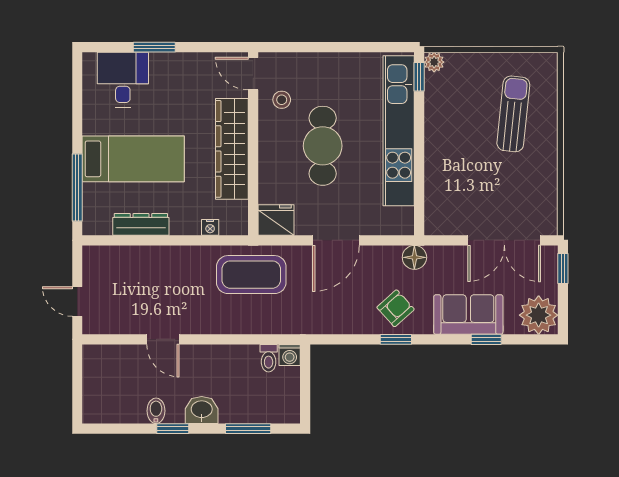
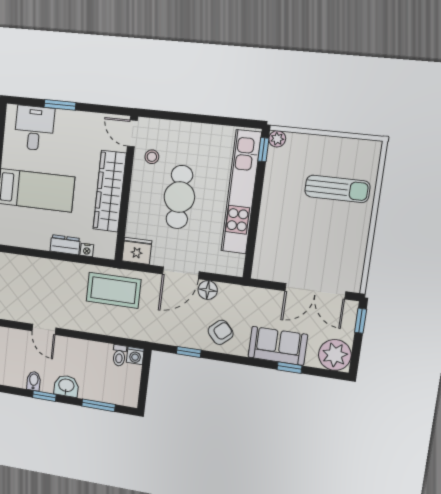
sun lounger: (513, 114) -> (337, 189), turned 84
dresser: (141, 224) -> (65, 245), moved, width x0.70
floor lamp: (414, 257) -> (208, 290), moved
window: (396, 339) -> (189, 352), moved

